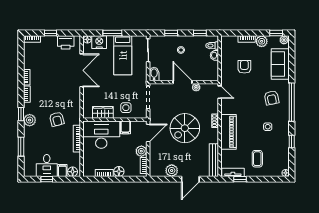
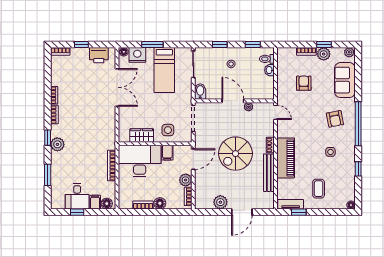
window: (276, 33) -> (324, 45), moved
armchair: (57, 119) -> (89, 143), removed
bench: (214, 160) -> (269, 173), moved

